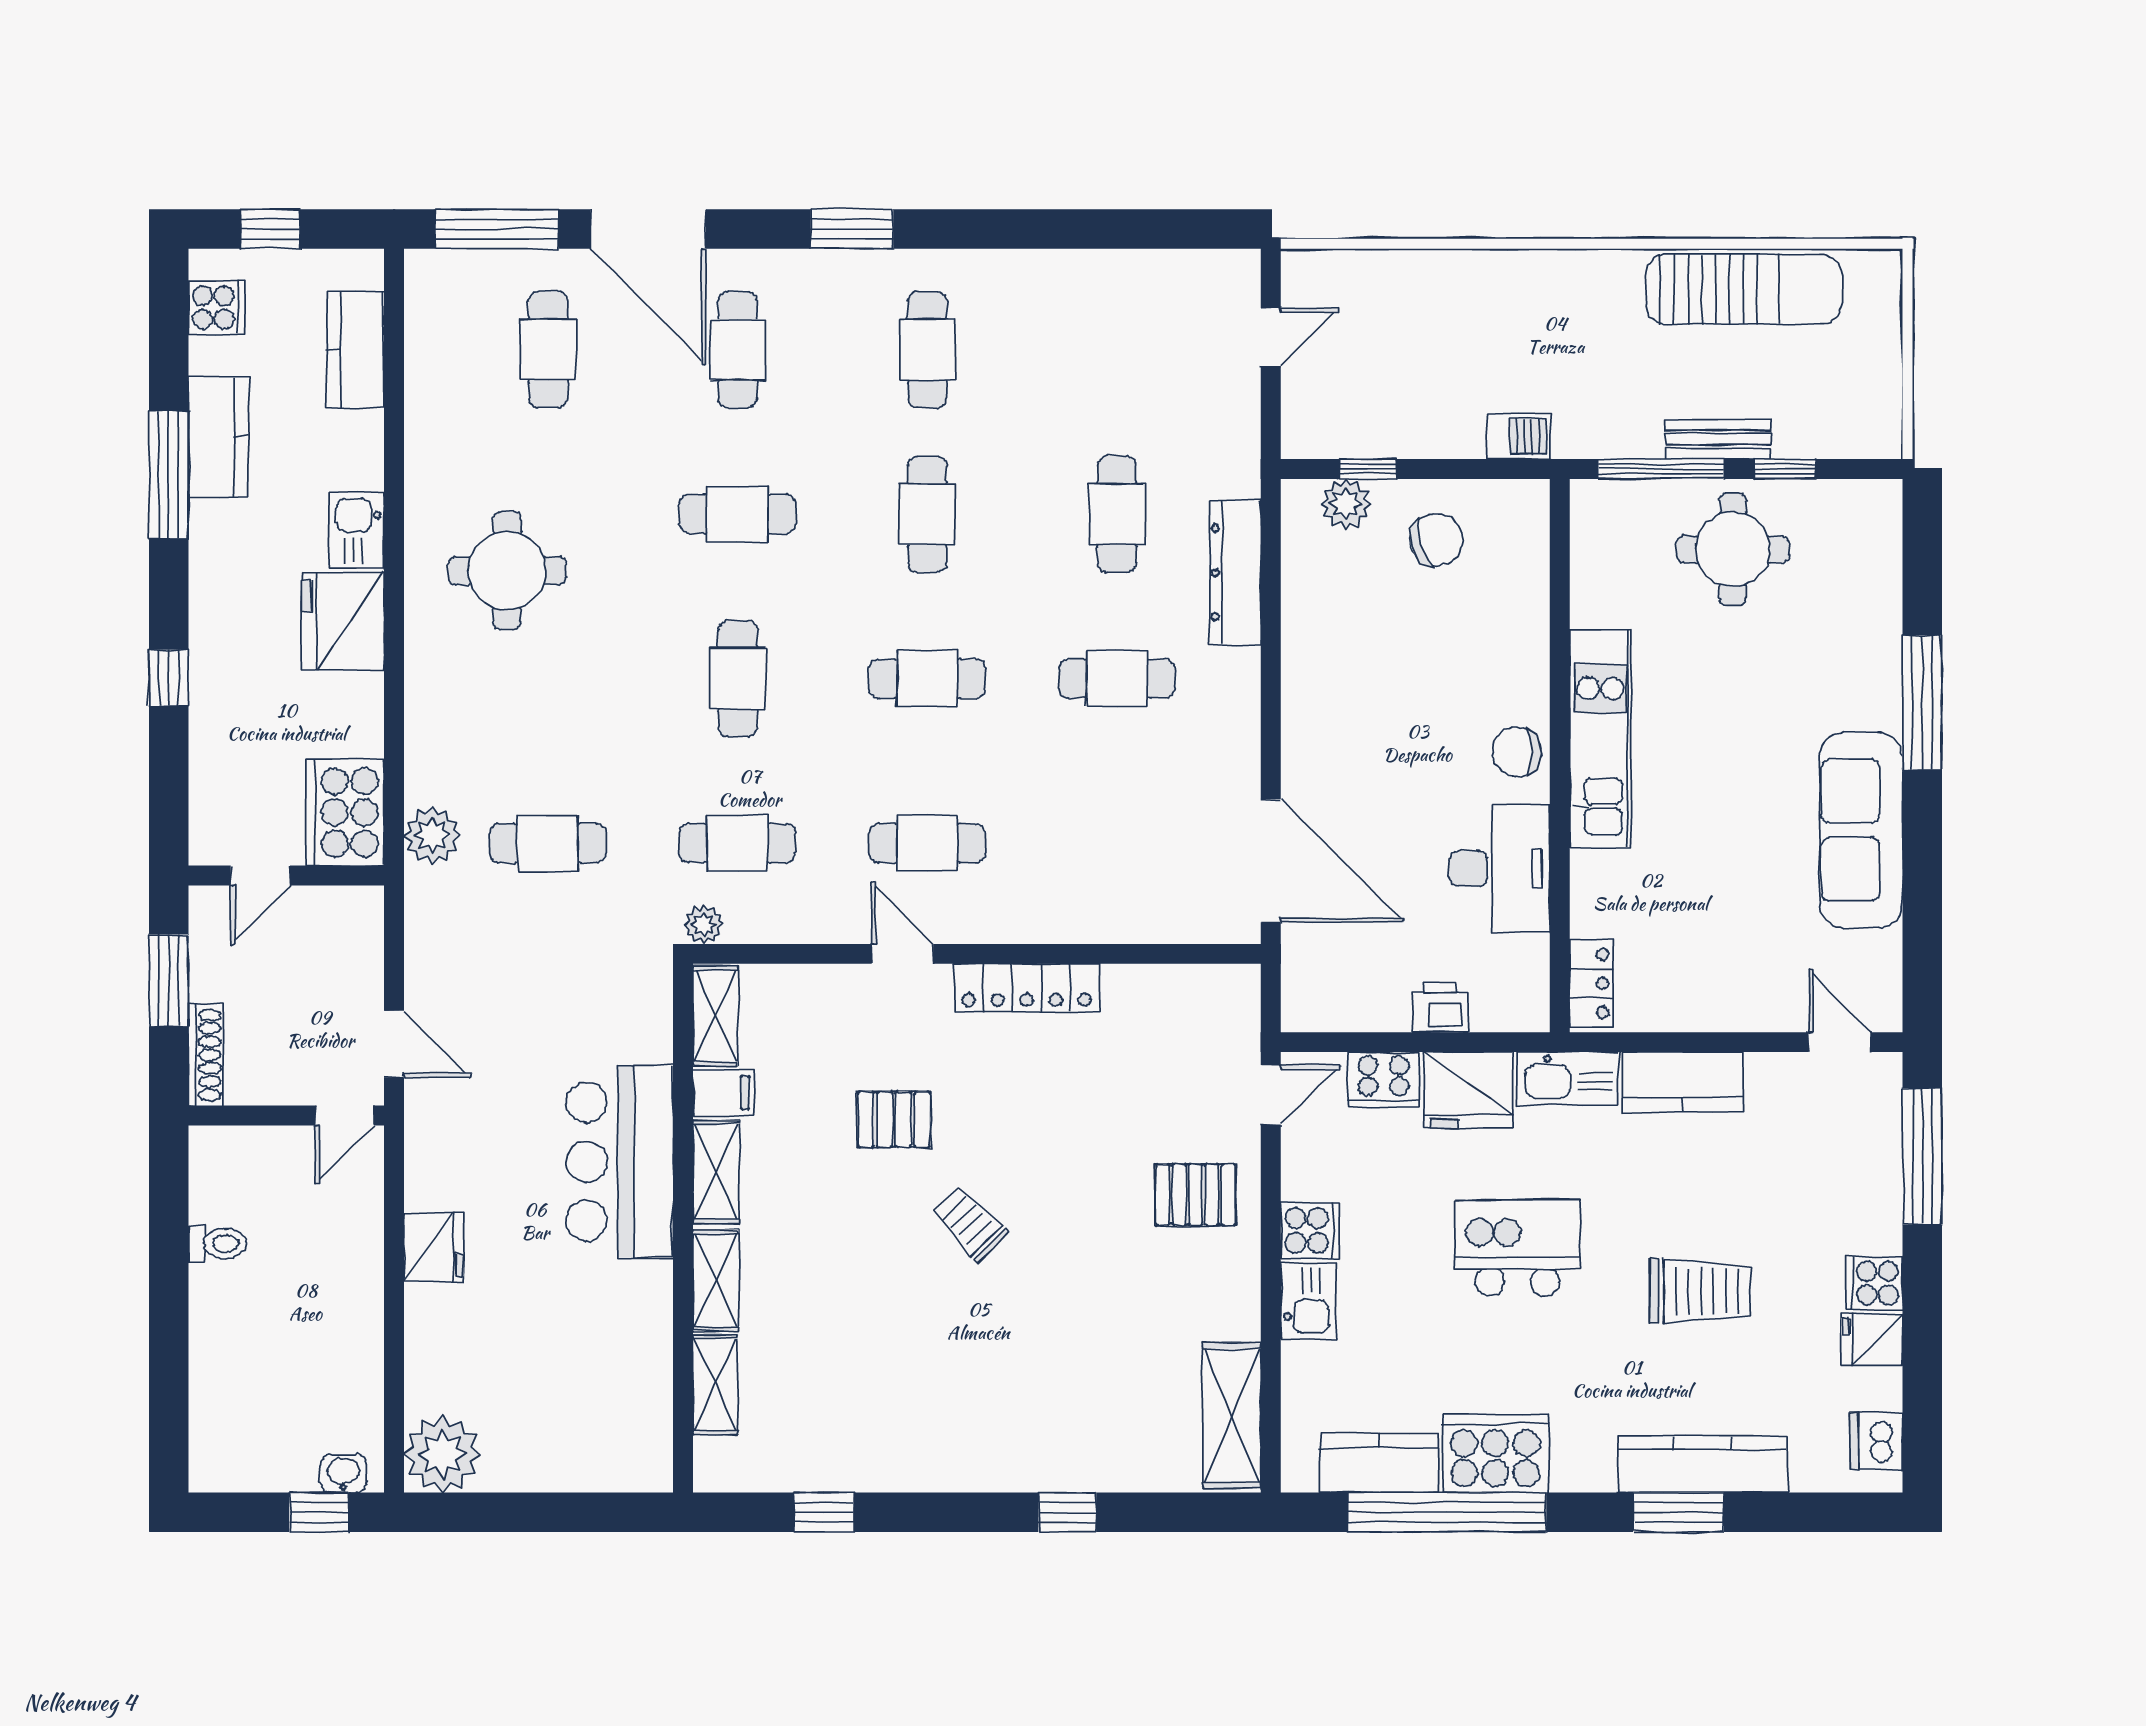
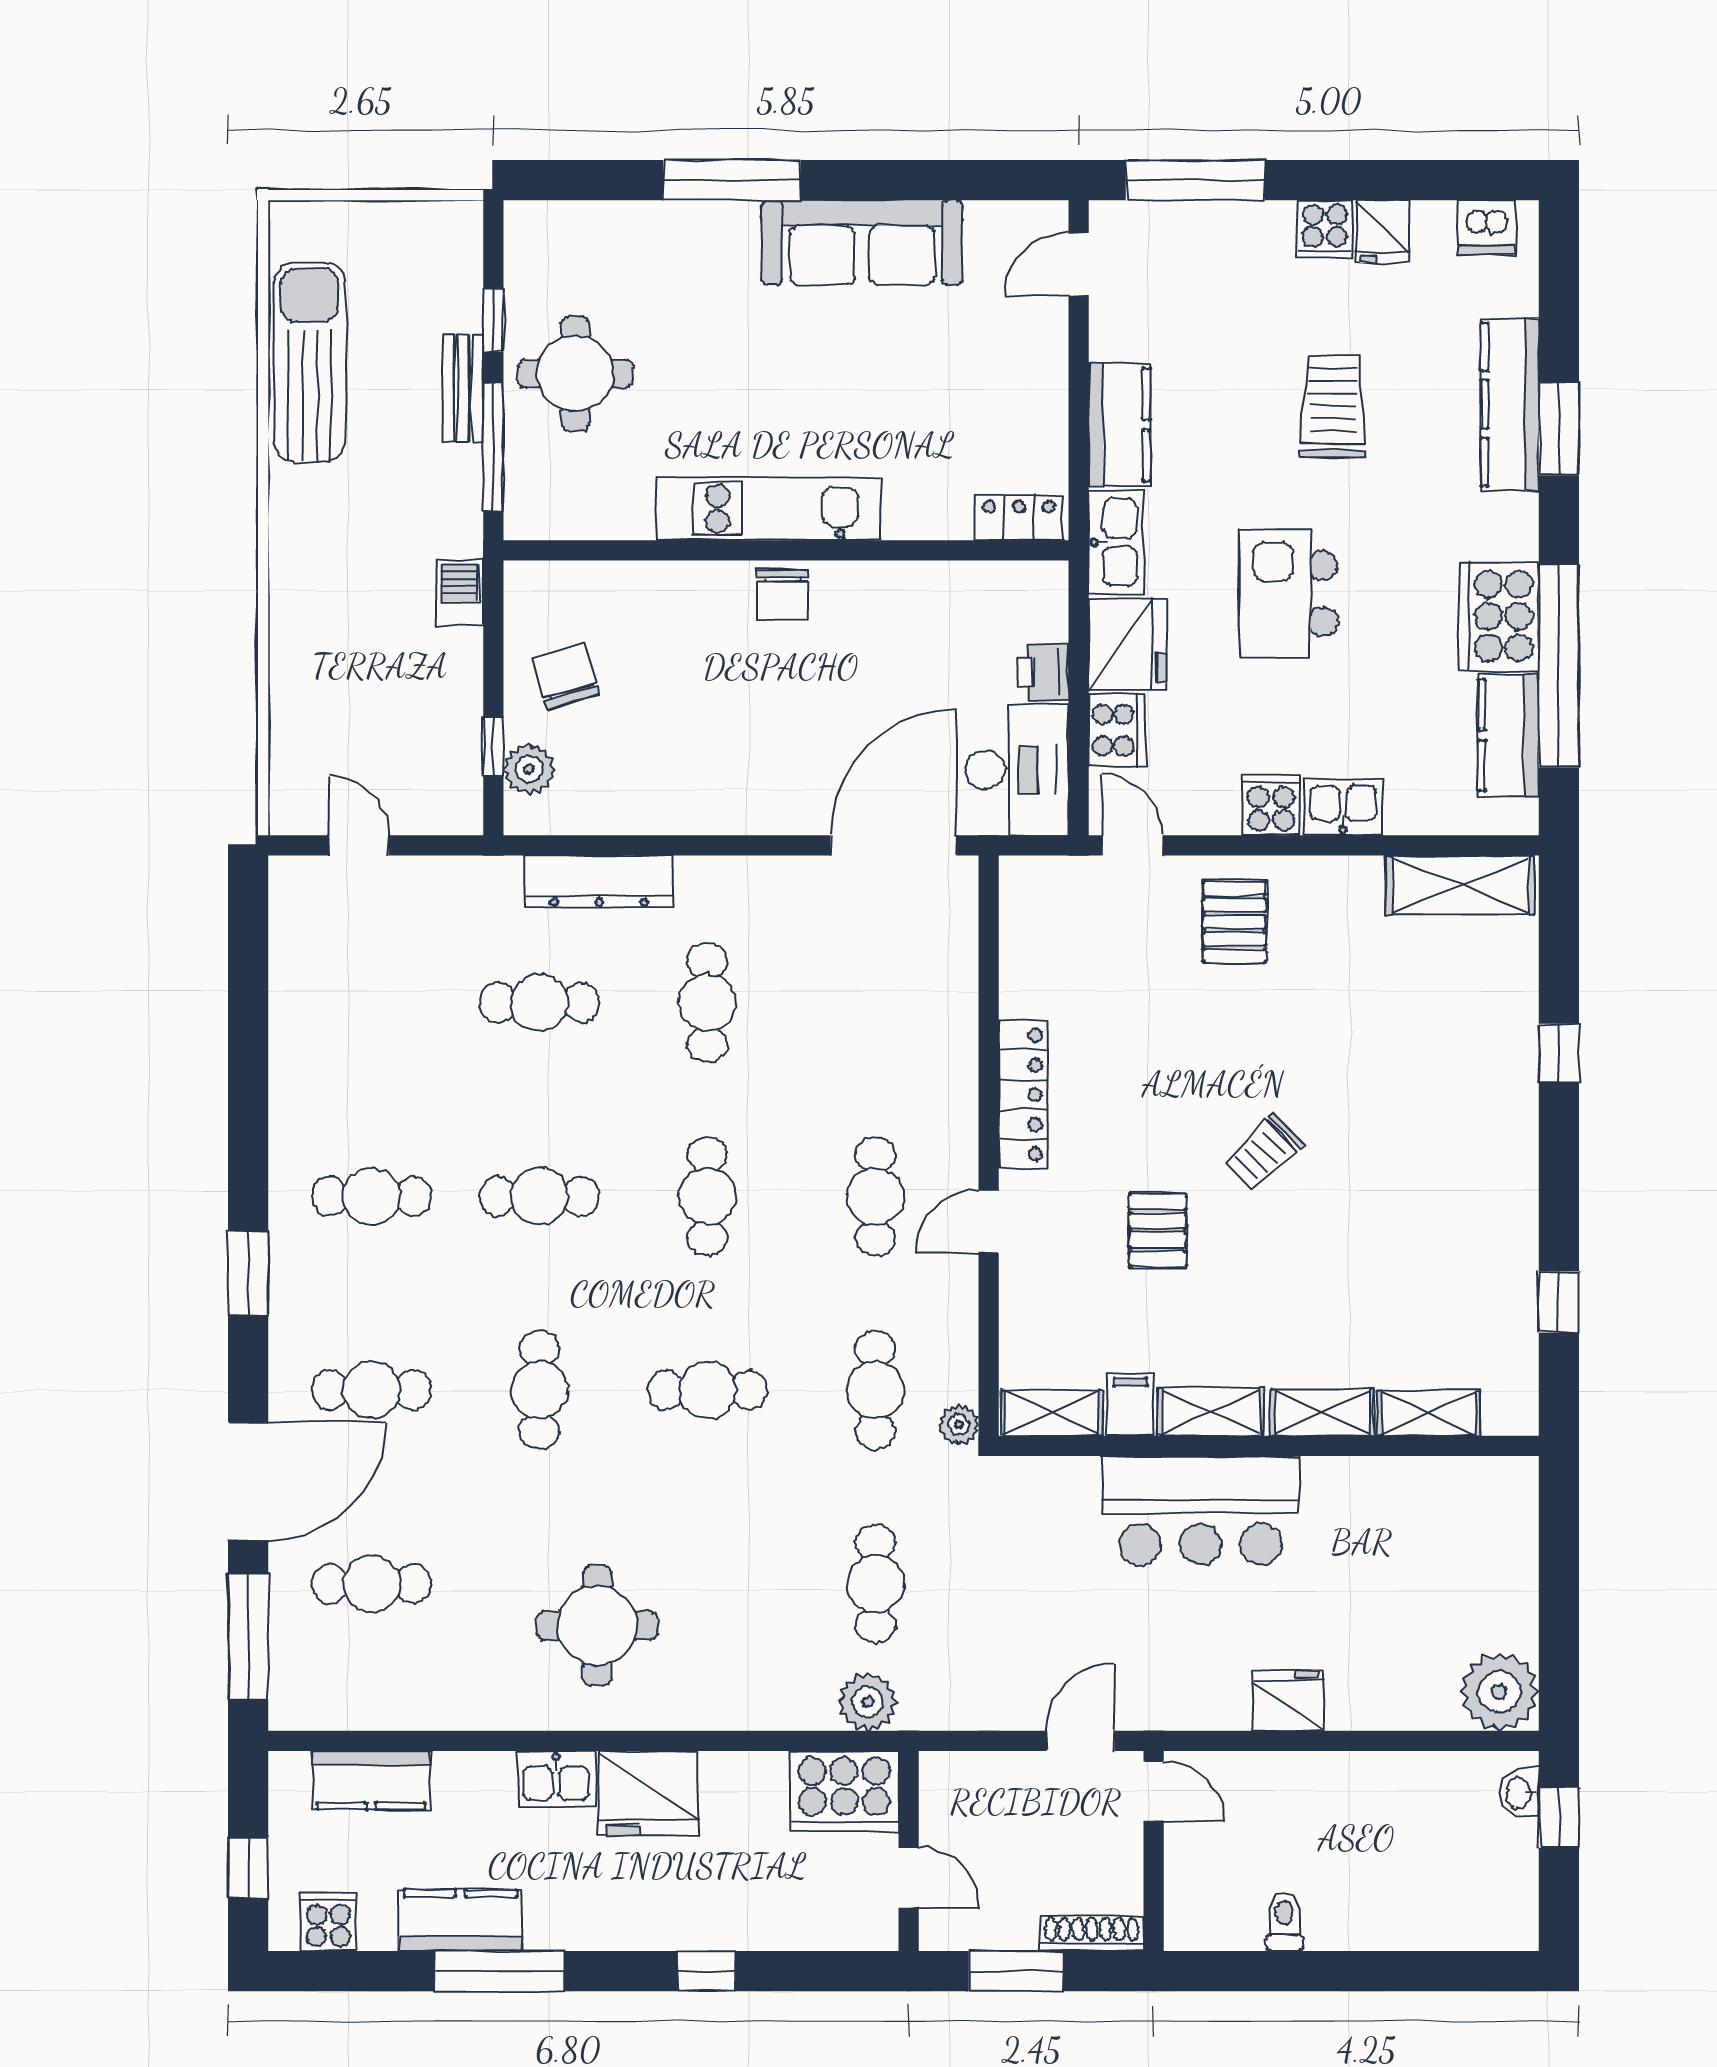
desk: (1500, 869) -> (1017, 770), moved, turned 90

